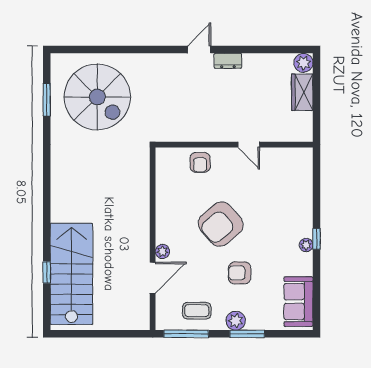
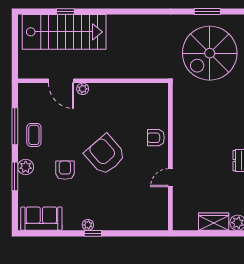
wall: (153, 239) -> (93, 81), moved
plant: (162, 251) -> (83, 89), moved
door: (153, 278) -> (61, 81), moved

